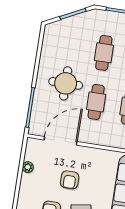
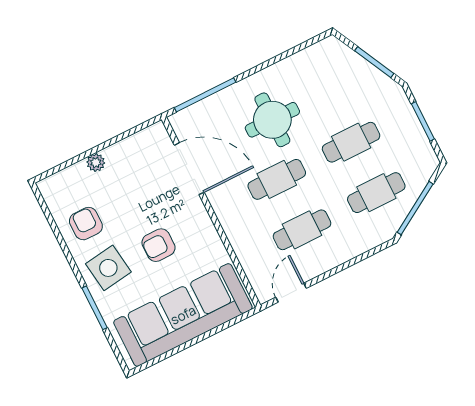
plant: (28, 167) -> (96, 163), moved
armchair: (70, 180) -> (158, 245), moved

